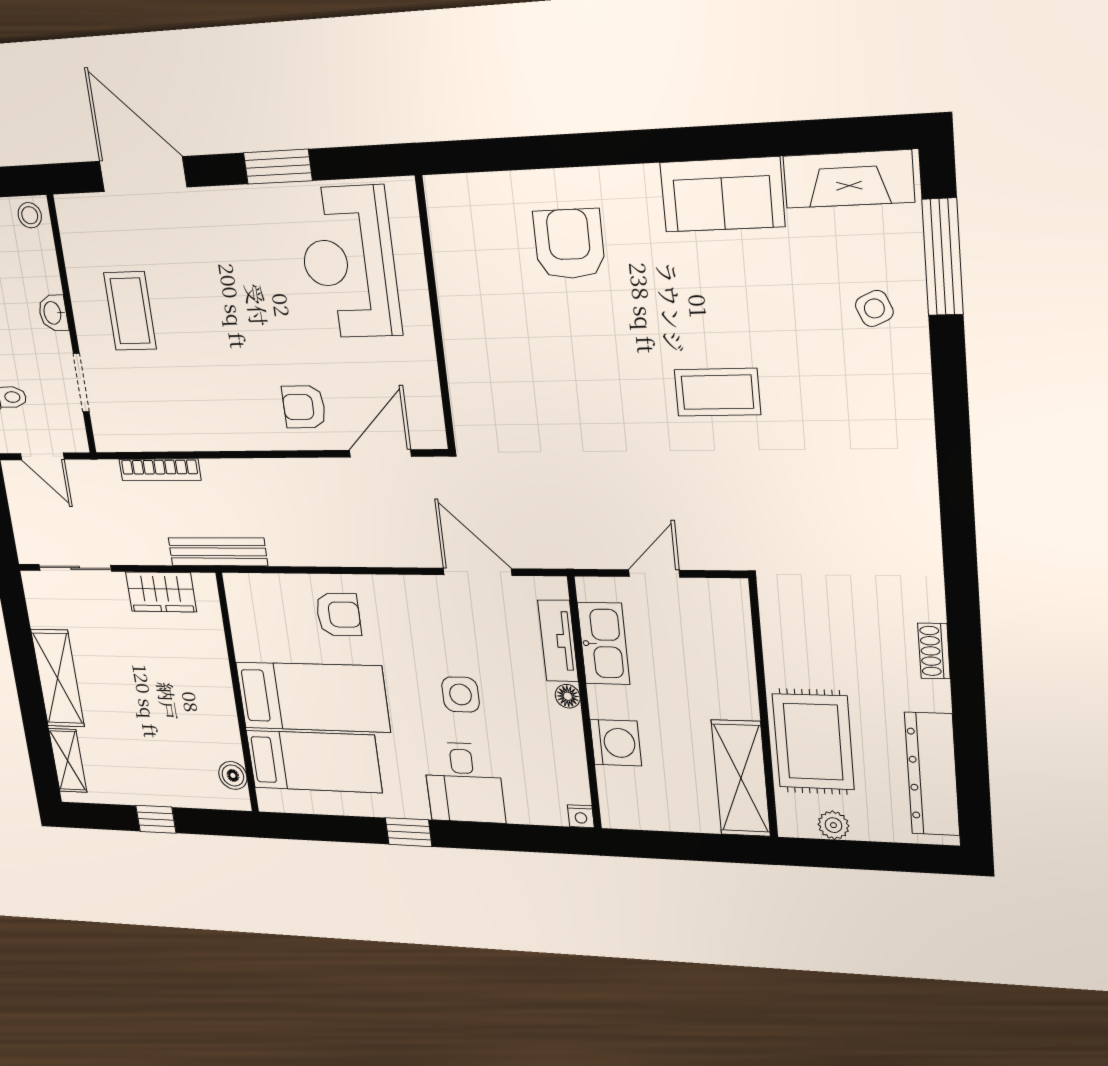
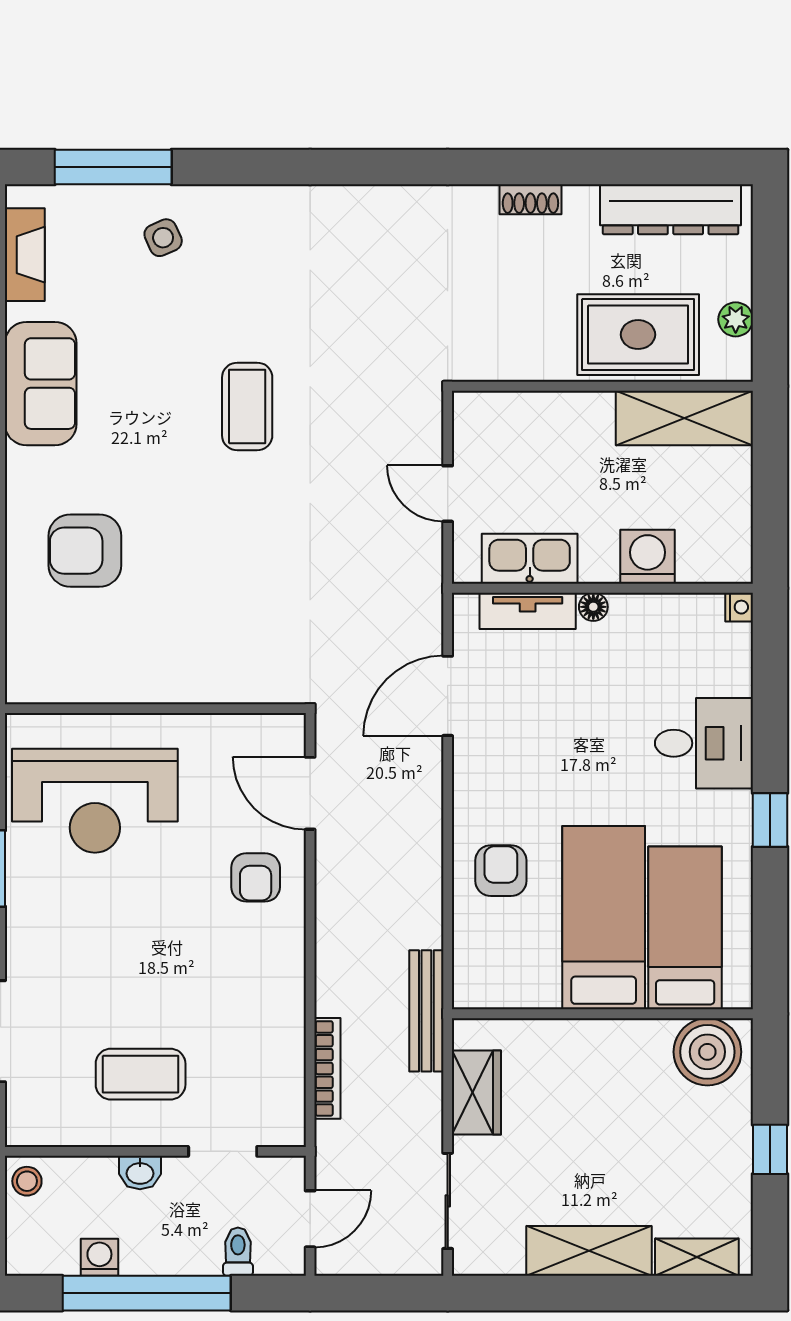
fireplace: (849, 179) -> (25, 255), width x0.73, depth x0.76
side table: (461, 694) -> (595, 734), removed
boiler: (233, 775) -> (707, 1052), width x1.86, depth x1.86

